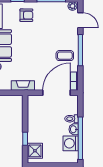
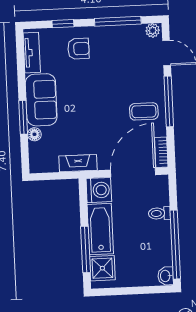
bathtub: (35, 127) -> (100, 229), added
washbasin: (74, 129) -> (166, 276), moved
window: (25, 139) -> (85, 249), width x2.17
washing machine: (71, 143) -> (99, 190), moved, turned 180

